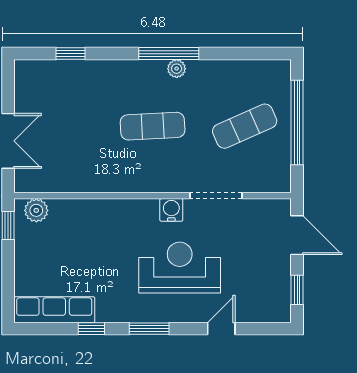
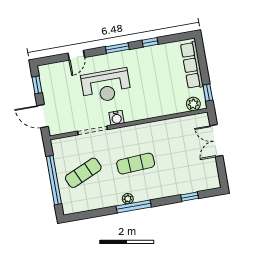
row of seats: (54, 310) -> (192, 65), moved, turned 90

